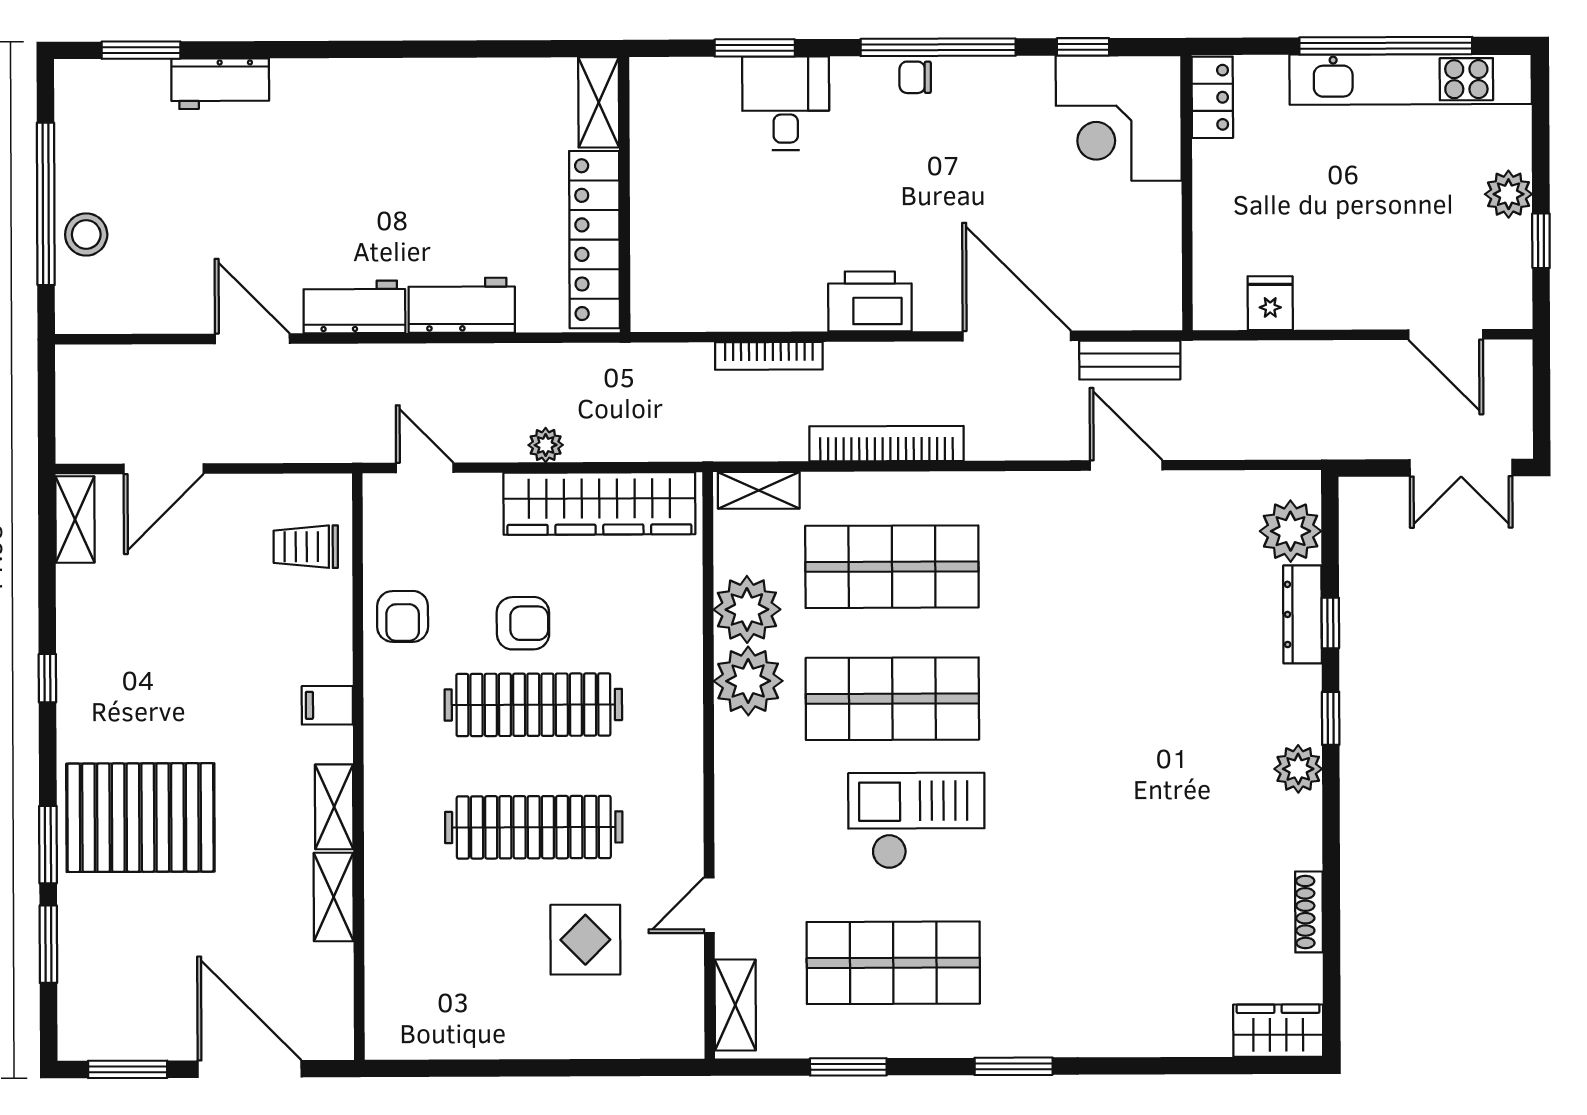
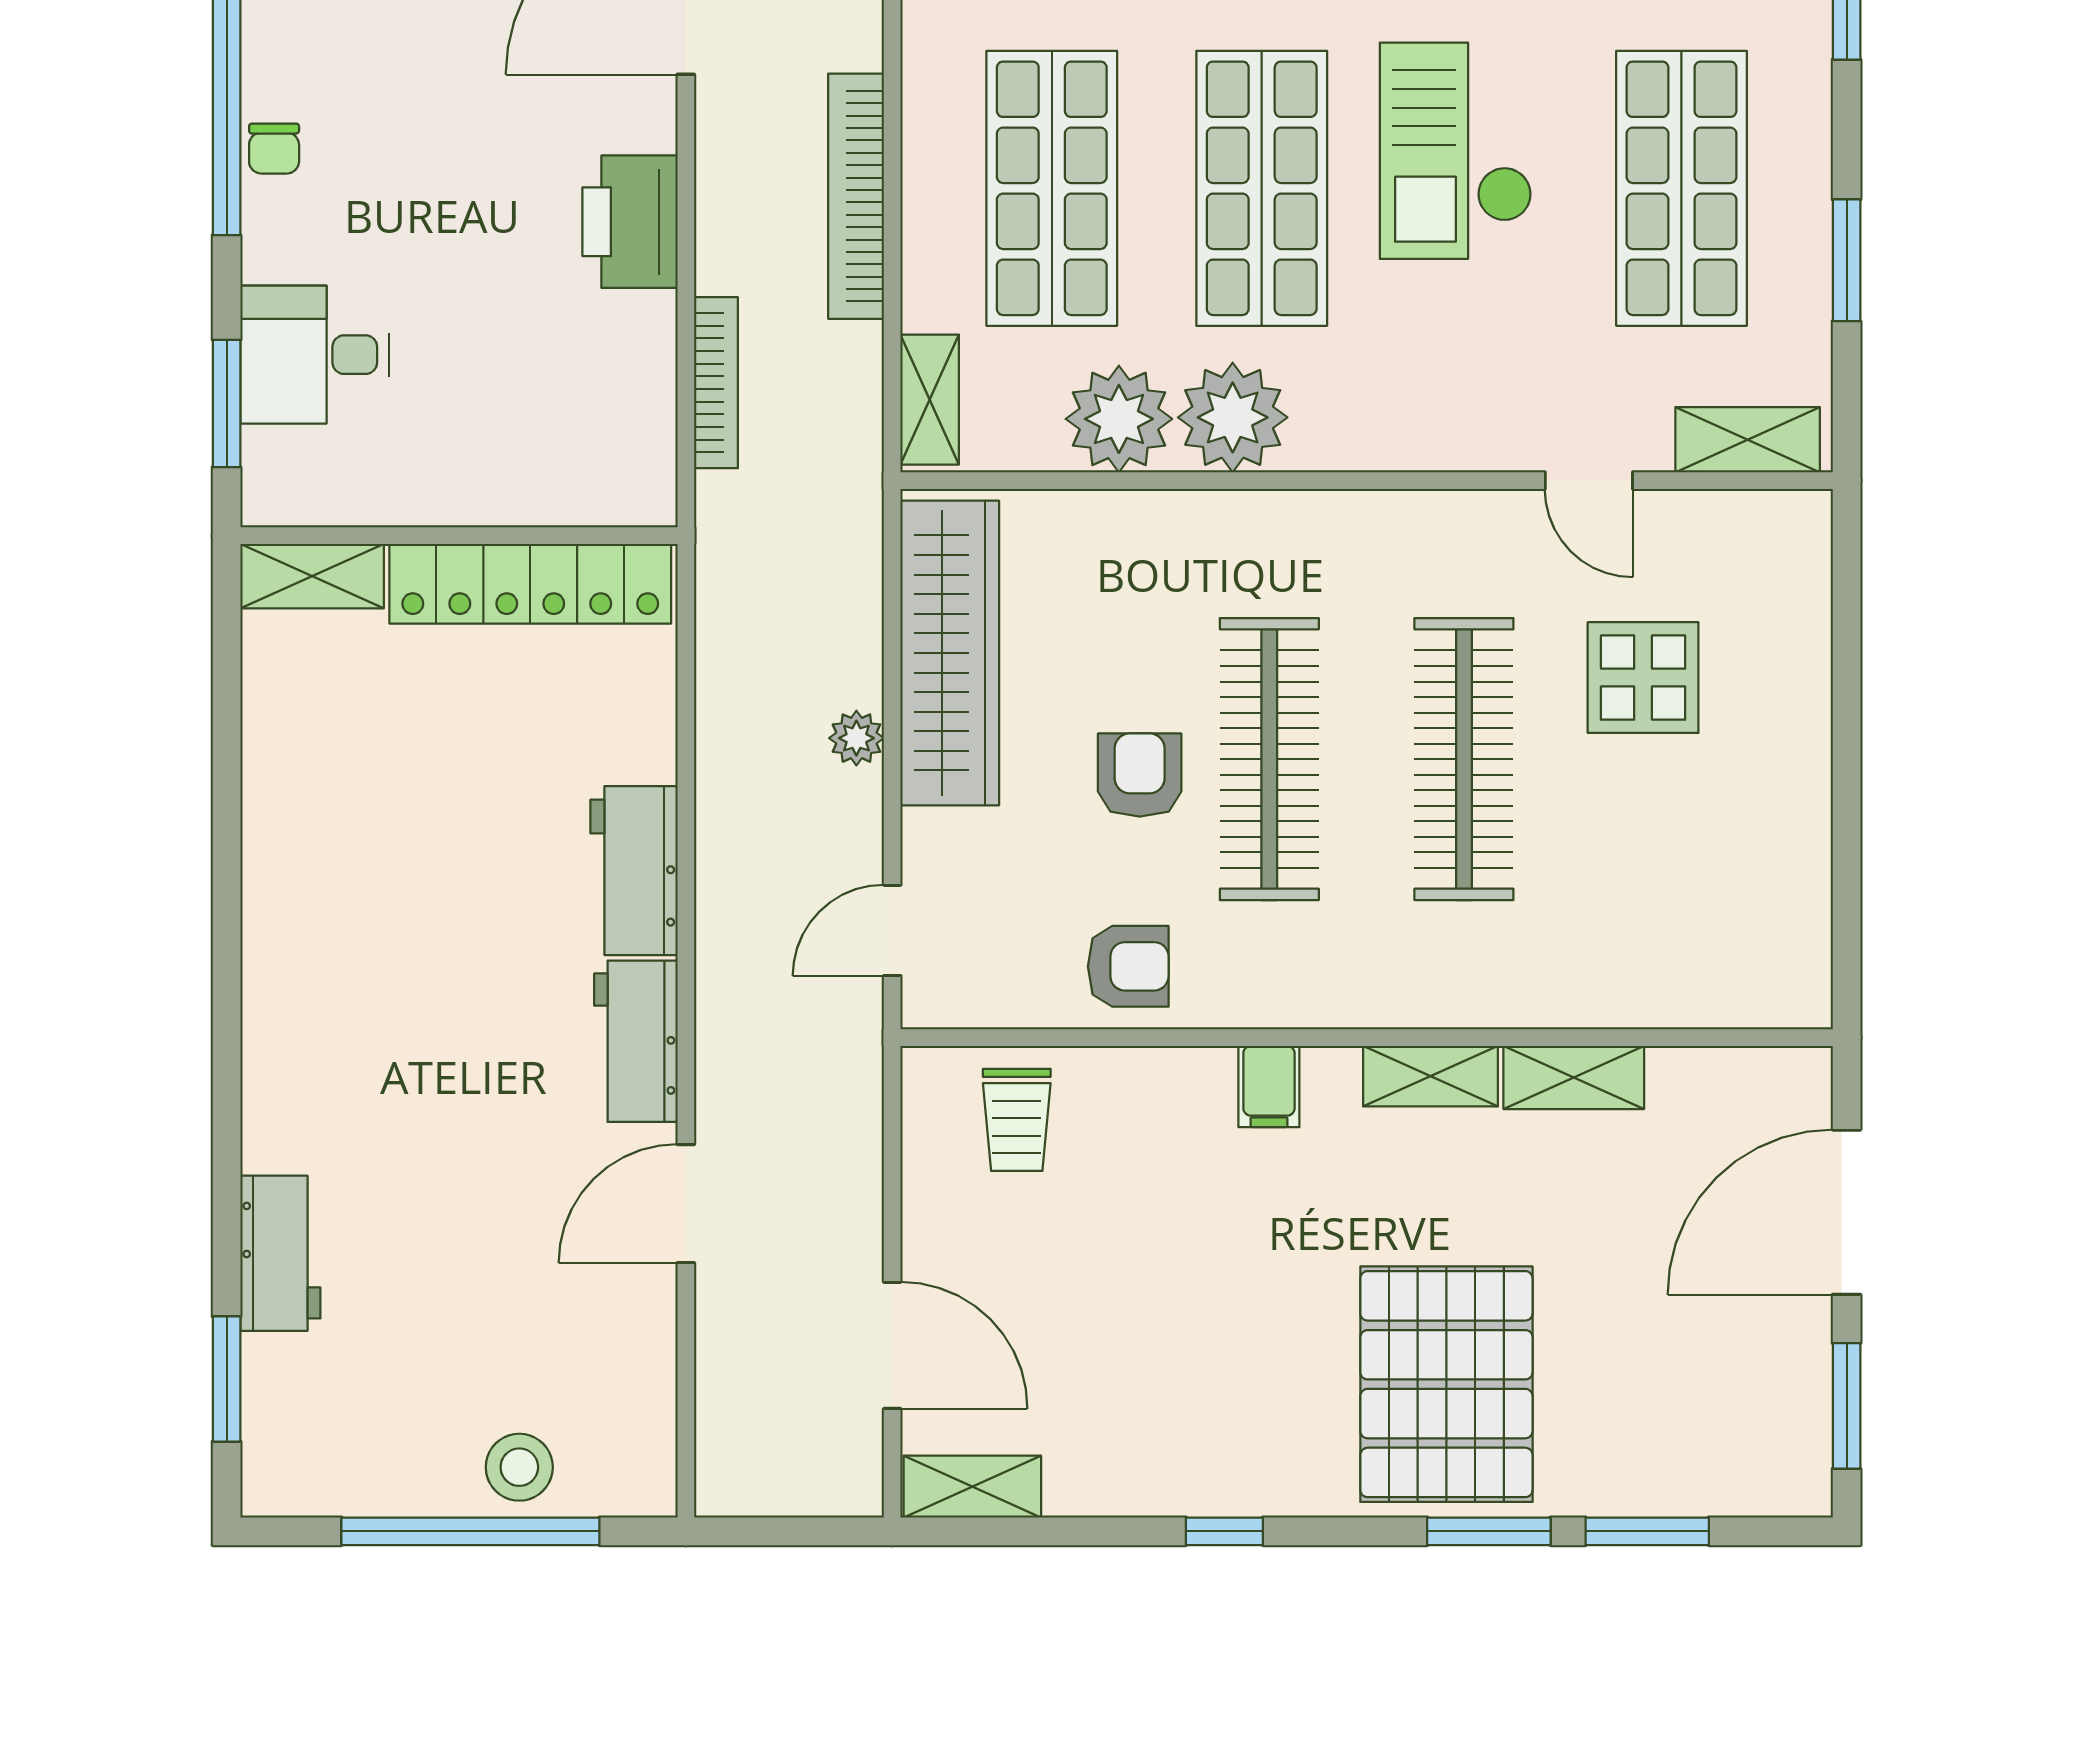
shelving: (599, 102) -> (312, 576), moved
wall: (625, 195) -> (459, 536), moved
locker: (594, 240) -> (530, 584), moved

